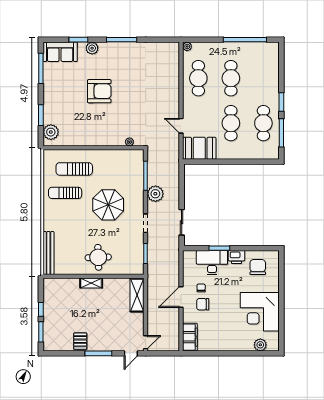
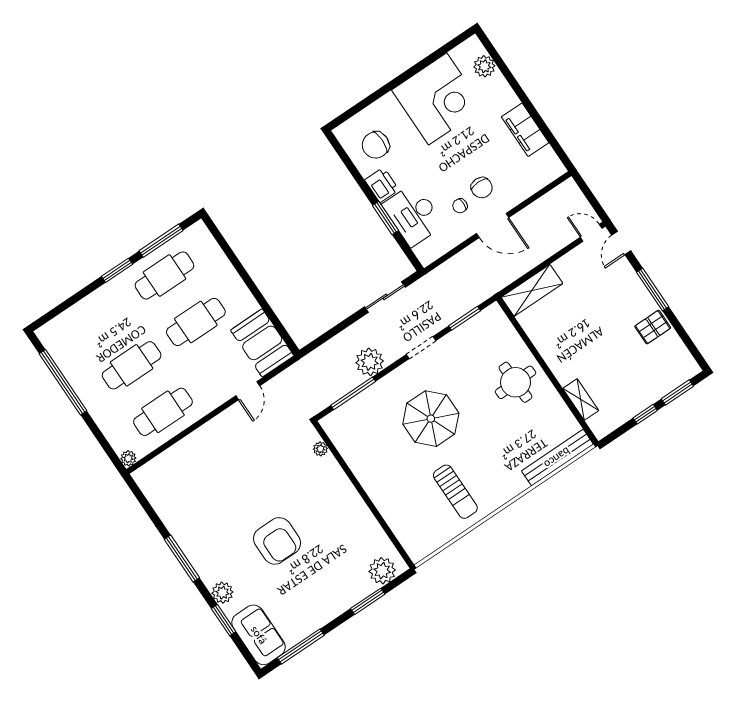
armchair: (99, 91) -> (277, 541), turned 180
sun lounger: (74, 169) -> (412, 502), removed
shelving: (91, 283) -> (581, 399), moved
filing cabinet: (190, 337) -> (525, 130), moved, turned -90
door: (131, 353) -> (621, 243), swing flipped

